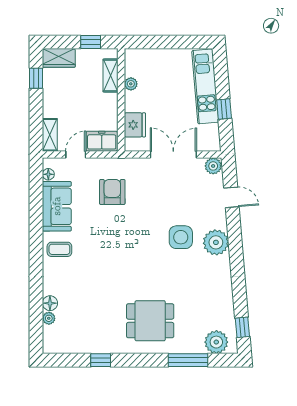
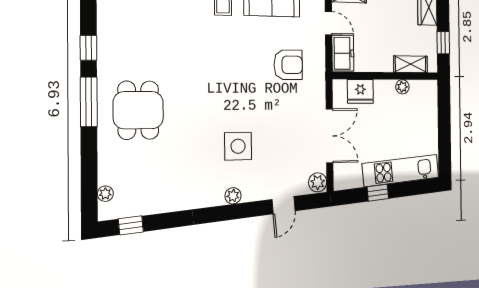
plant: (216, 242) -> (233, 196), width x0.53, depth x0.53
plant: (216, 342) -> (105, 194), width x0.53, depth x0.53
window: (188, 360) -> (89, 102), moved

